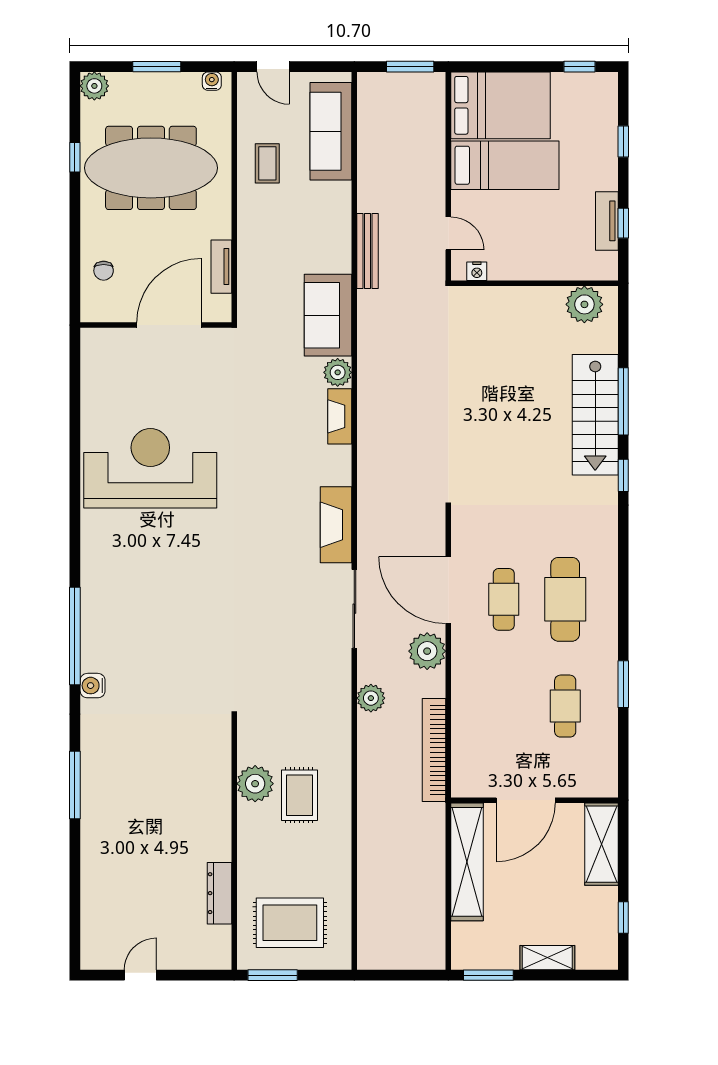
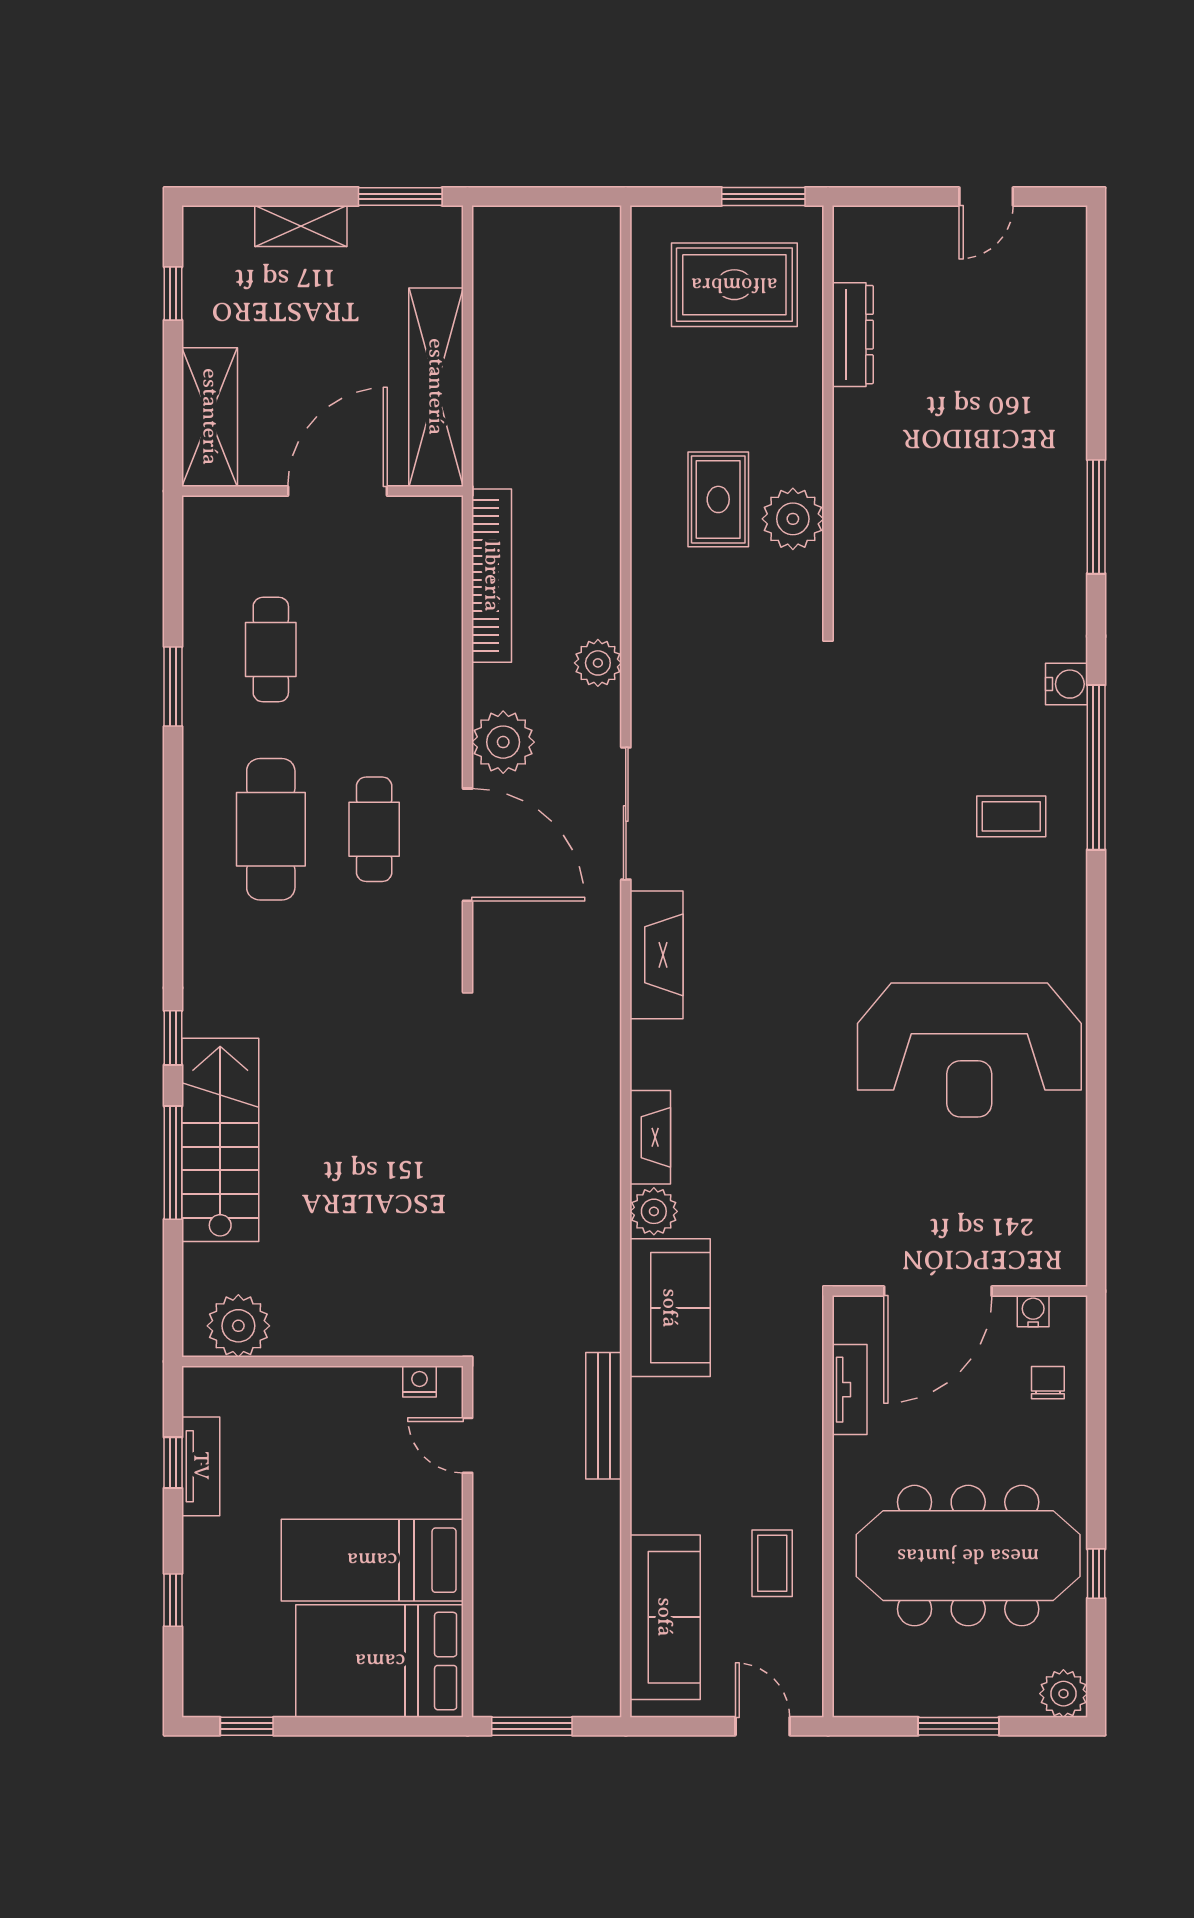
water cooler: (212, 81) -> (1033, 1311), moved, turned 180
coffee table: (125, 607) -> (1011, 816), added

